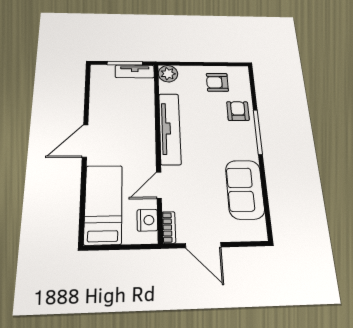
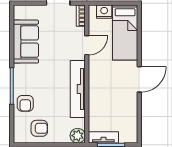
nightstand: (147, 220) -> (104, 12), moved, turned 90

